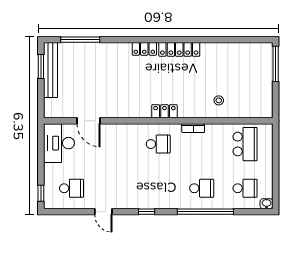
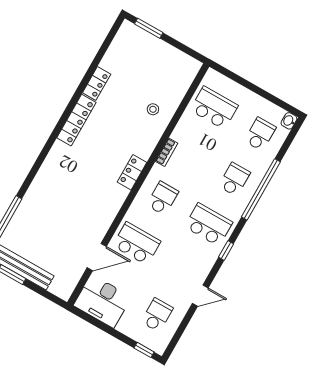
locker: (144, 49) -> (97, 83), moved
window: (276, 64) -> (149, 28), width x0.69
school desk: (115, 144) -> (137, 243), added
school desk: (158, 188) -> (209, 225), added

